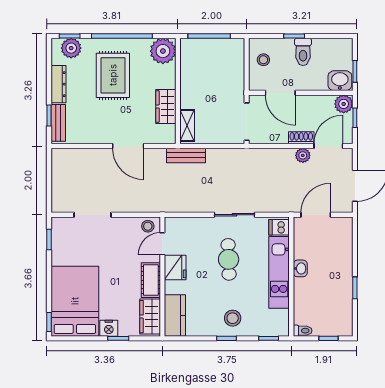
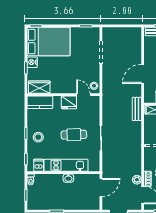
door: (316, 215) -> (101, 187), hinge flipped
dishwasher: (279, 227) -> (39, 165), moved
cot: (151, 280) -> (61, 88), removed

